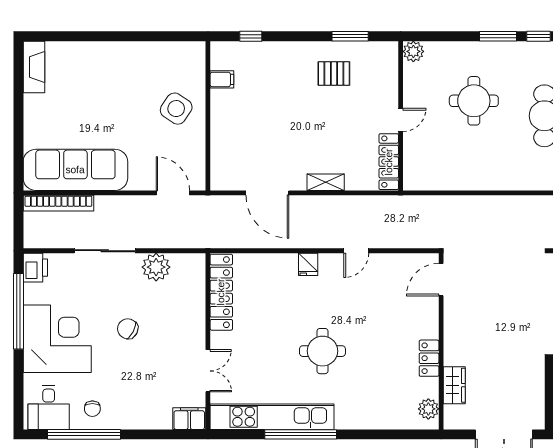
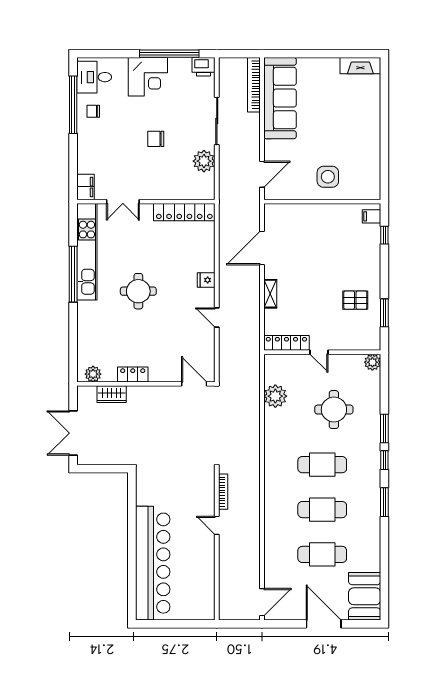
pallet: (334, 74) -> (355, 300), turned 90
filing cabinet: (222, 79) -> (372, 216), moved, turned 90
side table: (176, 109) -> (328, 177), turned -34
plant: (457, 176) -> (275, 396), added
chair: (128, 329) -> (156, 139), turned -117
corner desk: (57, 339) -> (148, 77), width x0.74, depth x0.74

